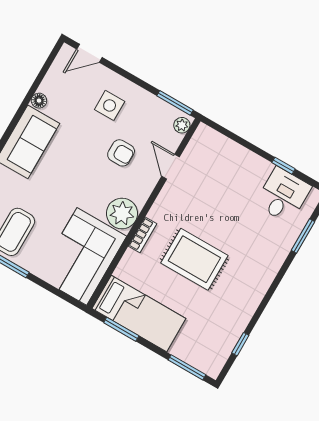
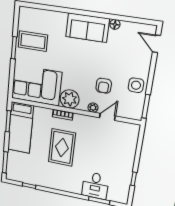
side table: (110, 105) -> (136, 85), moved
plant: (182, 125) -> (93, 108), moved
desk: (283, 195) -> (95, 186), moved, turned 90

